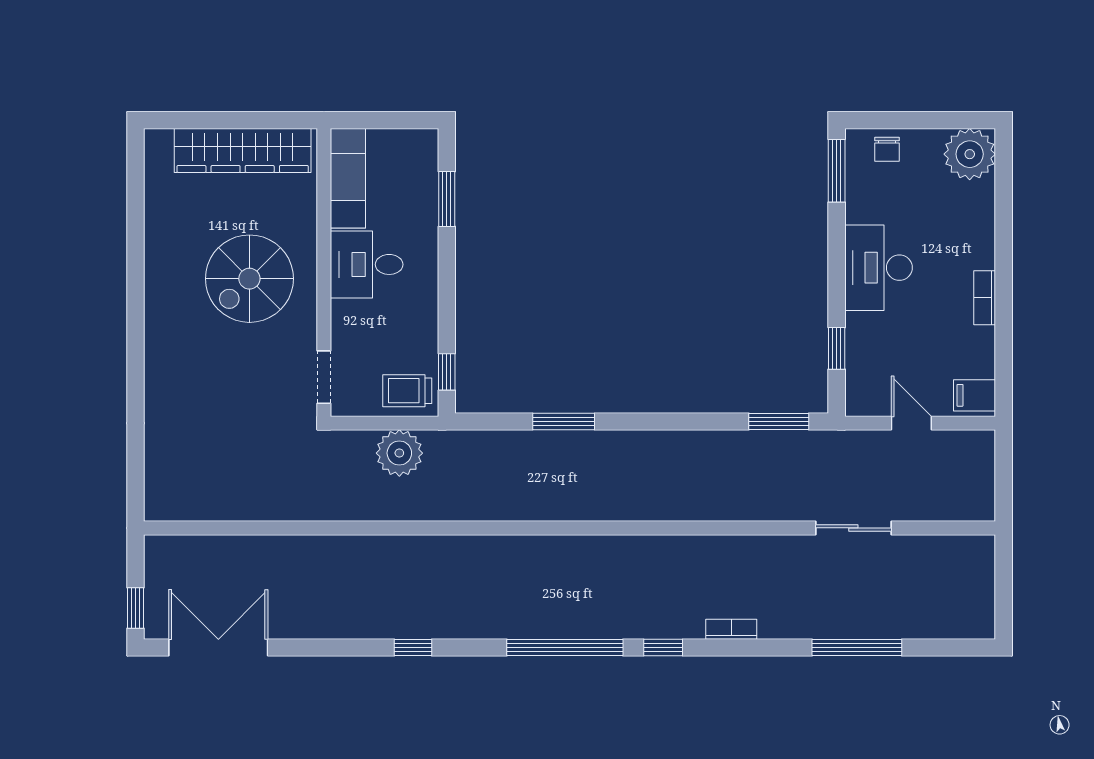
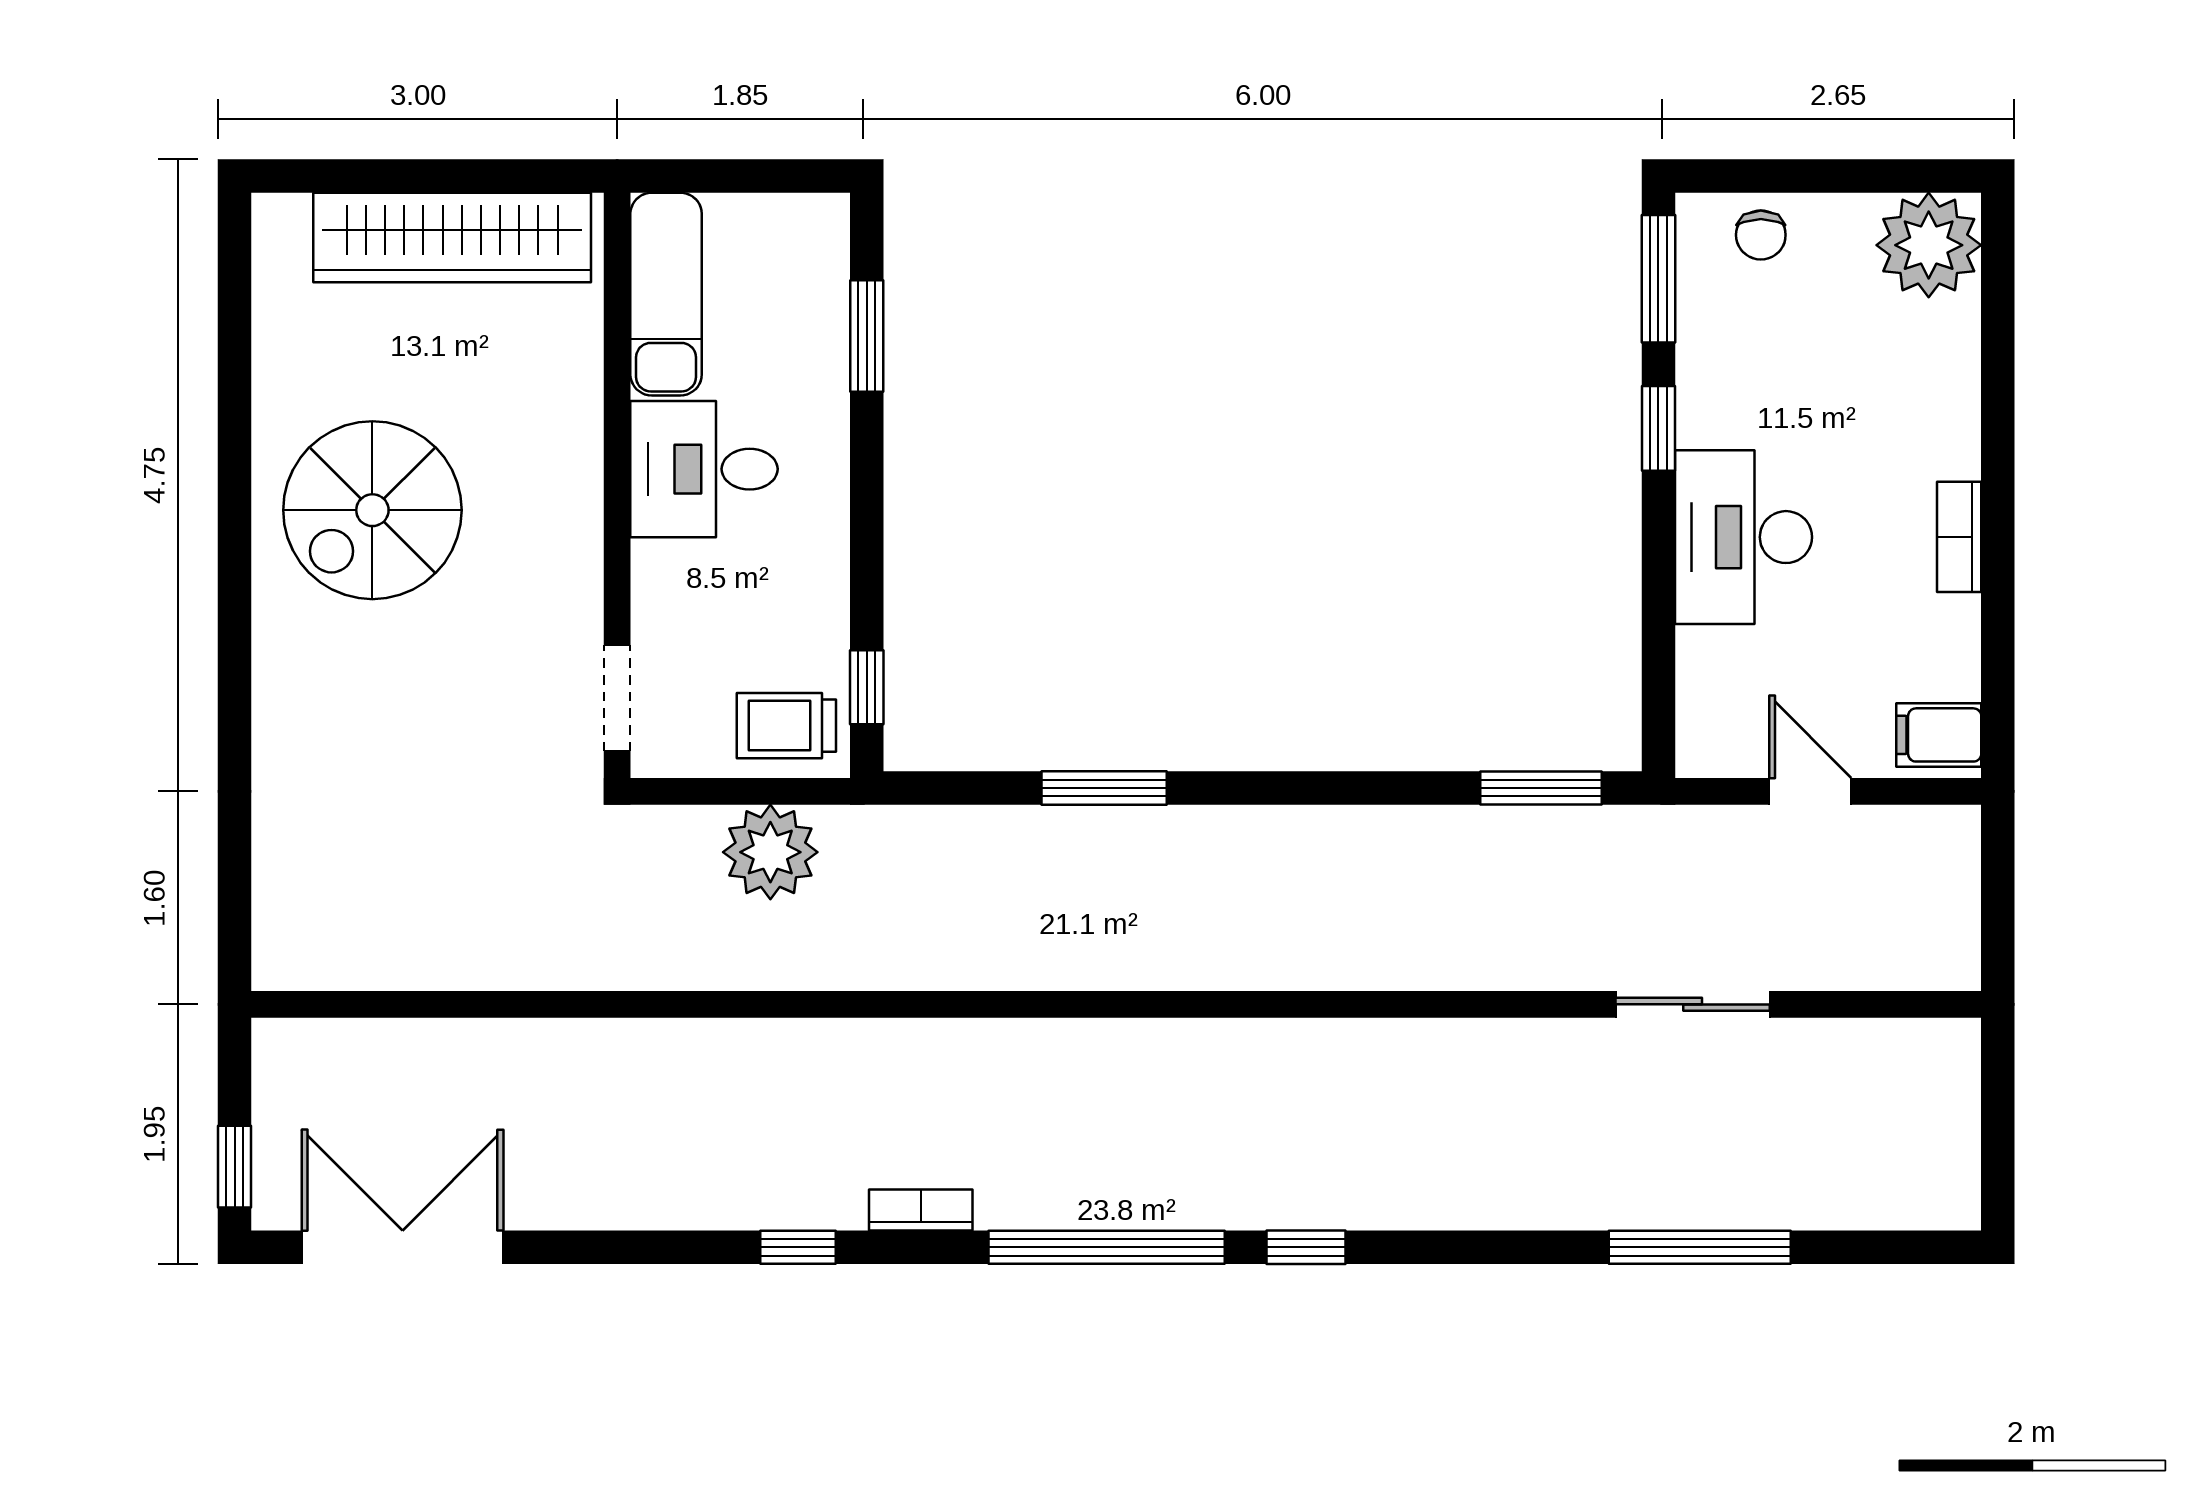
desk: (878, 268) -> (1744, 537), moved
spiral stairs: (249, 279) -> (372, 510), moved
window: (837, 348) -> (1658, 428), moved
bookcase: (731, 629) -> (921, 1210), moved

